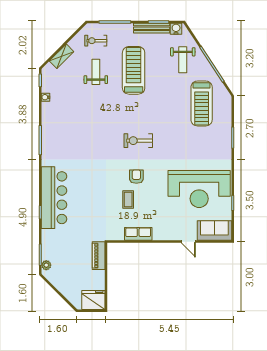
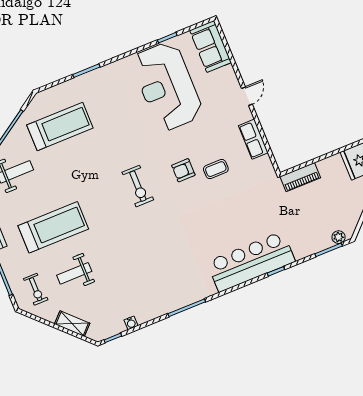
treadmill: (134, 70) -> (53, 227), turned 180
reception desk: (199, 189) -> (167, 86), turned 180
door: (188, 242) -> (247, 96), moved

